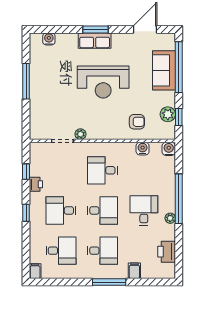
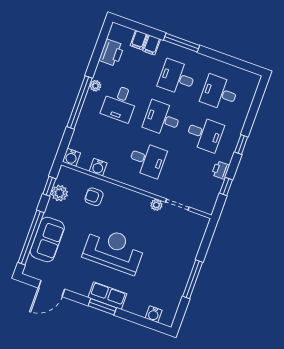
filing cabinet: (35, 271) -> (139, 40), moved

